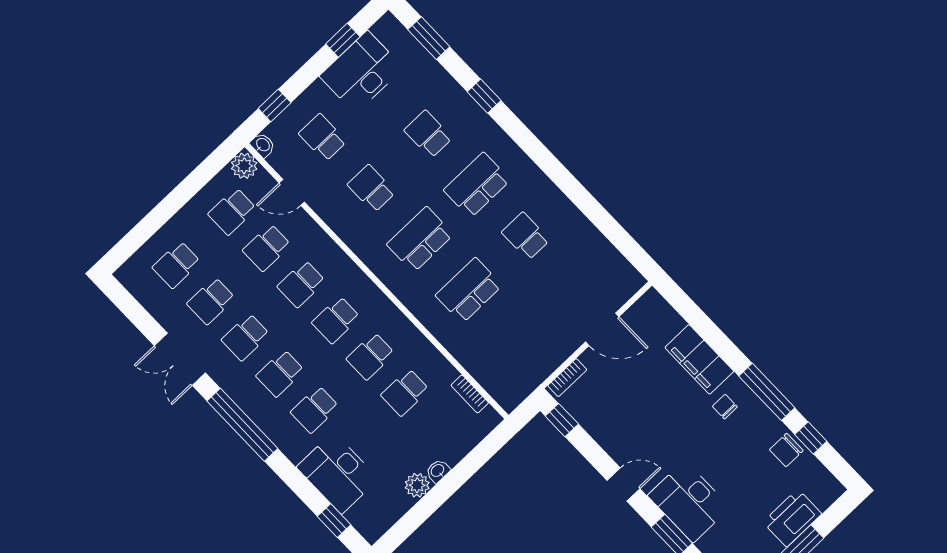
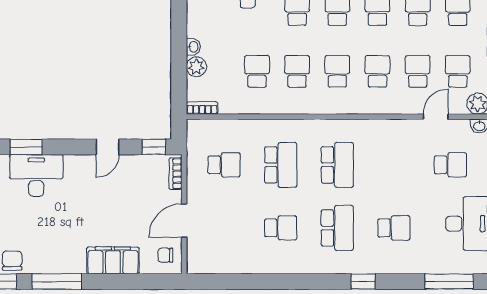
window: (429, 38) -> (449, 281), width x1.44
window: (484, 96) -> (363, 281), moved
school desk: (371, 188) -> (224, 165), moved
bookcase: (470, 394) -> (202, 108), moved
chair: (725, 407) -> (165, 255), moved, turned 180
plant: (417, 485) -> (196, 67), moved
door: (624, 485) -> (108, 147), moved

